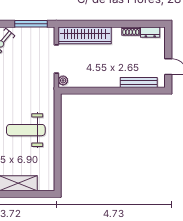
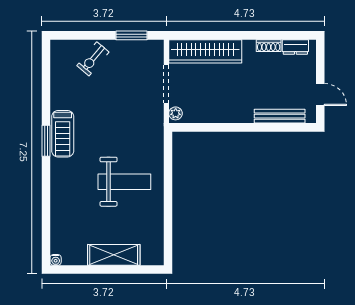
window: (31, 24) -> (131, 35), width x0.69
weight bench: (26, 130) -> (124, 182), turned 180

